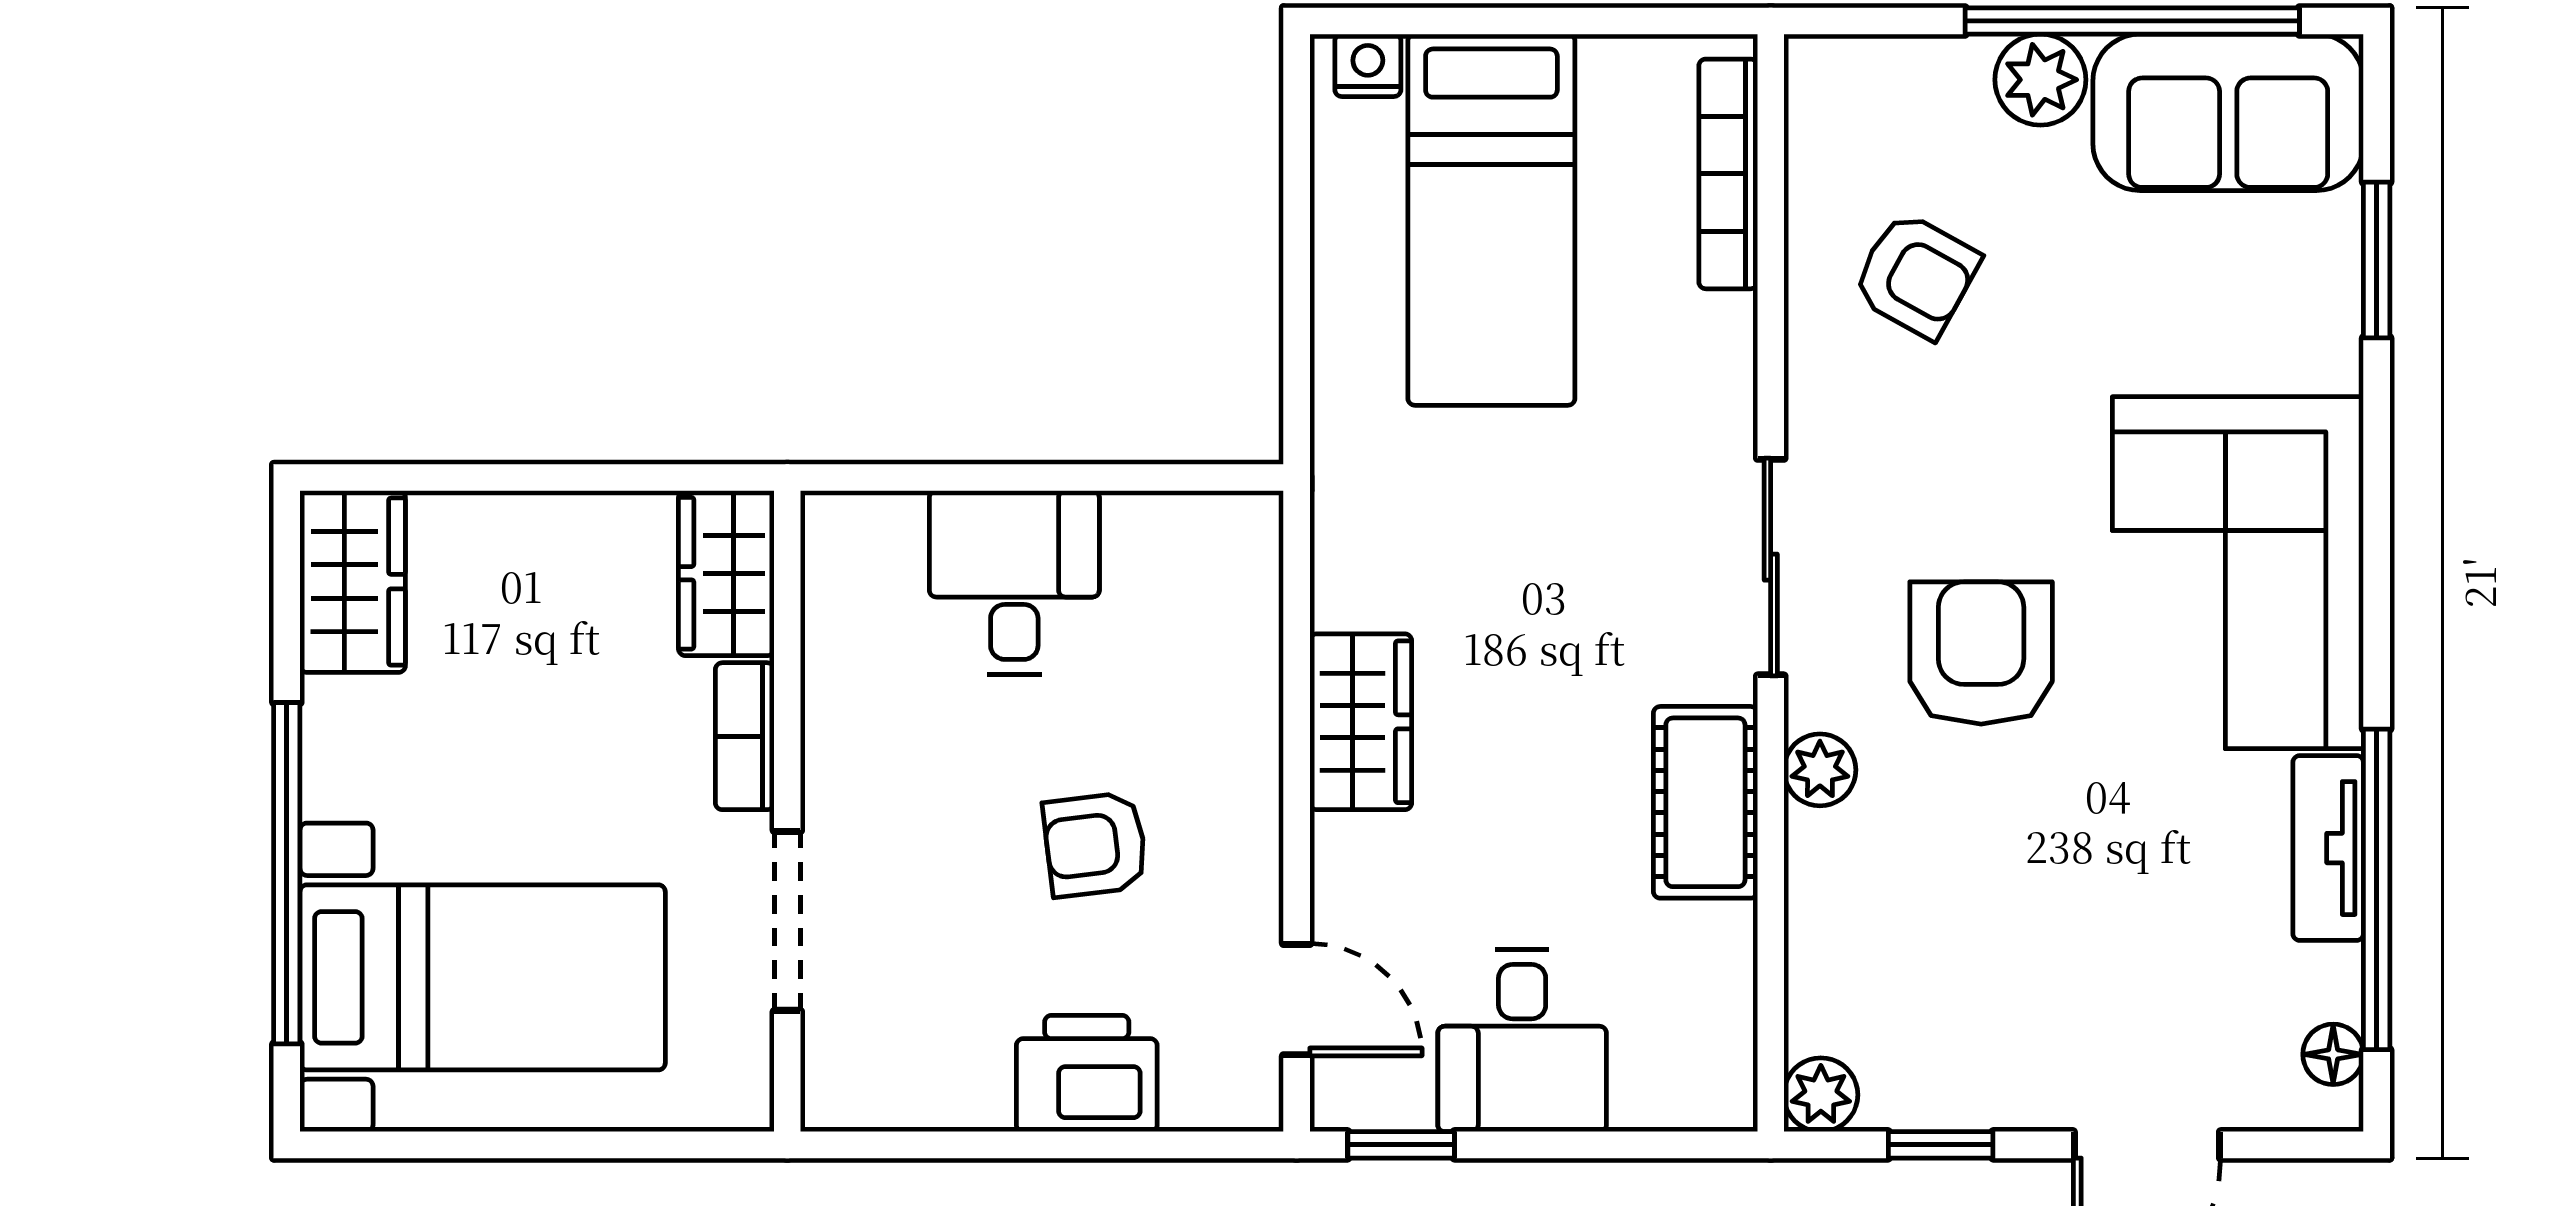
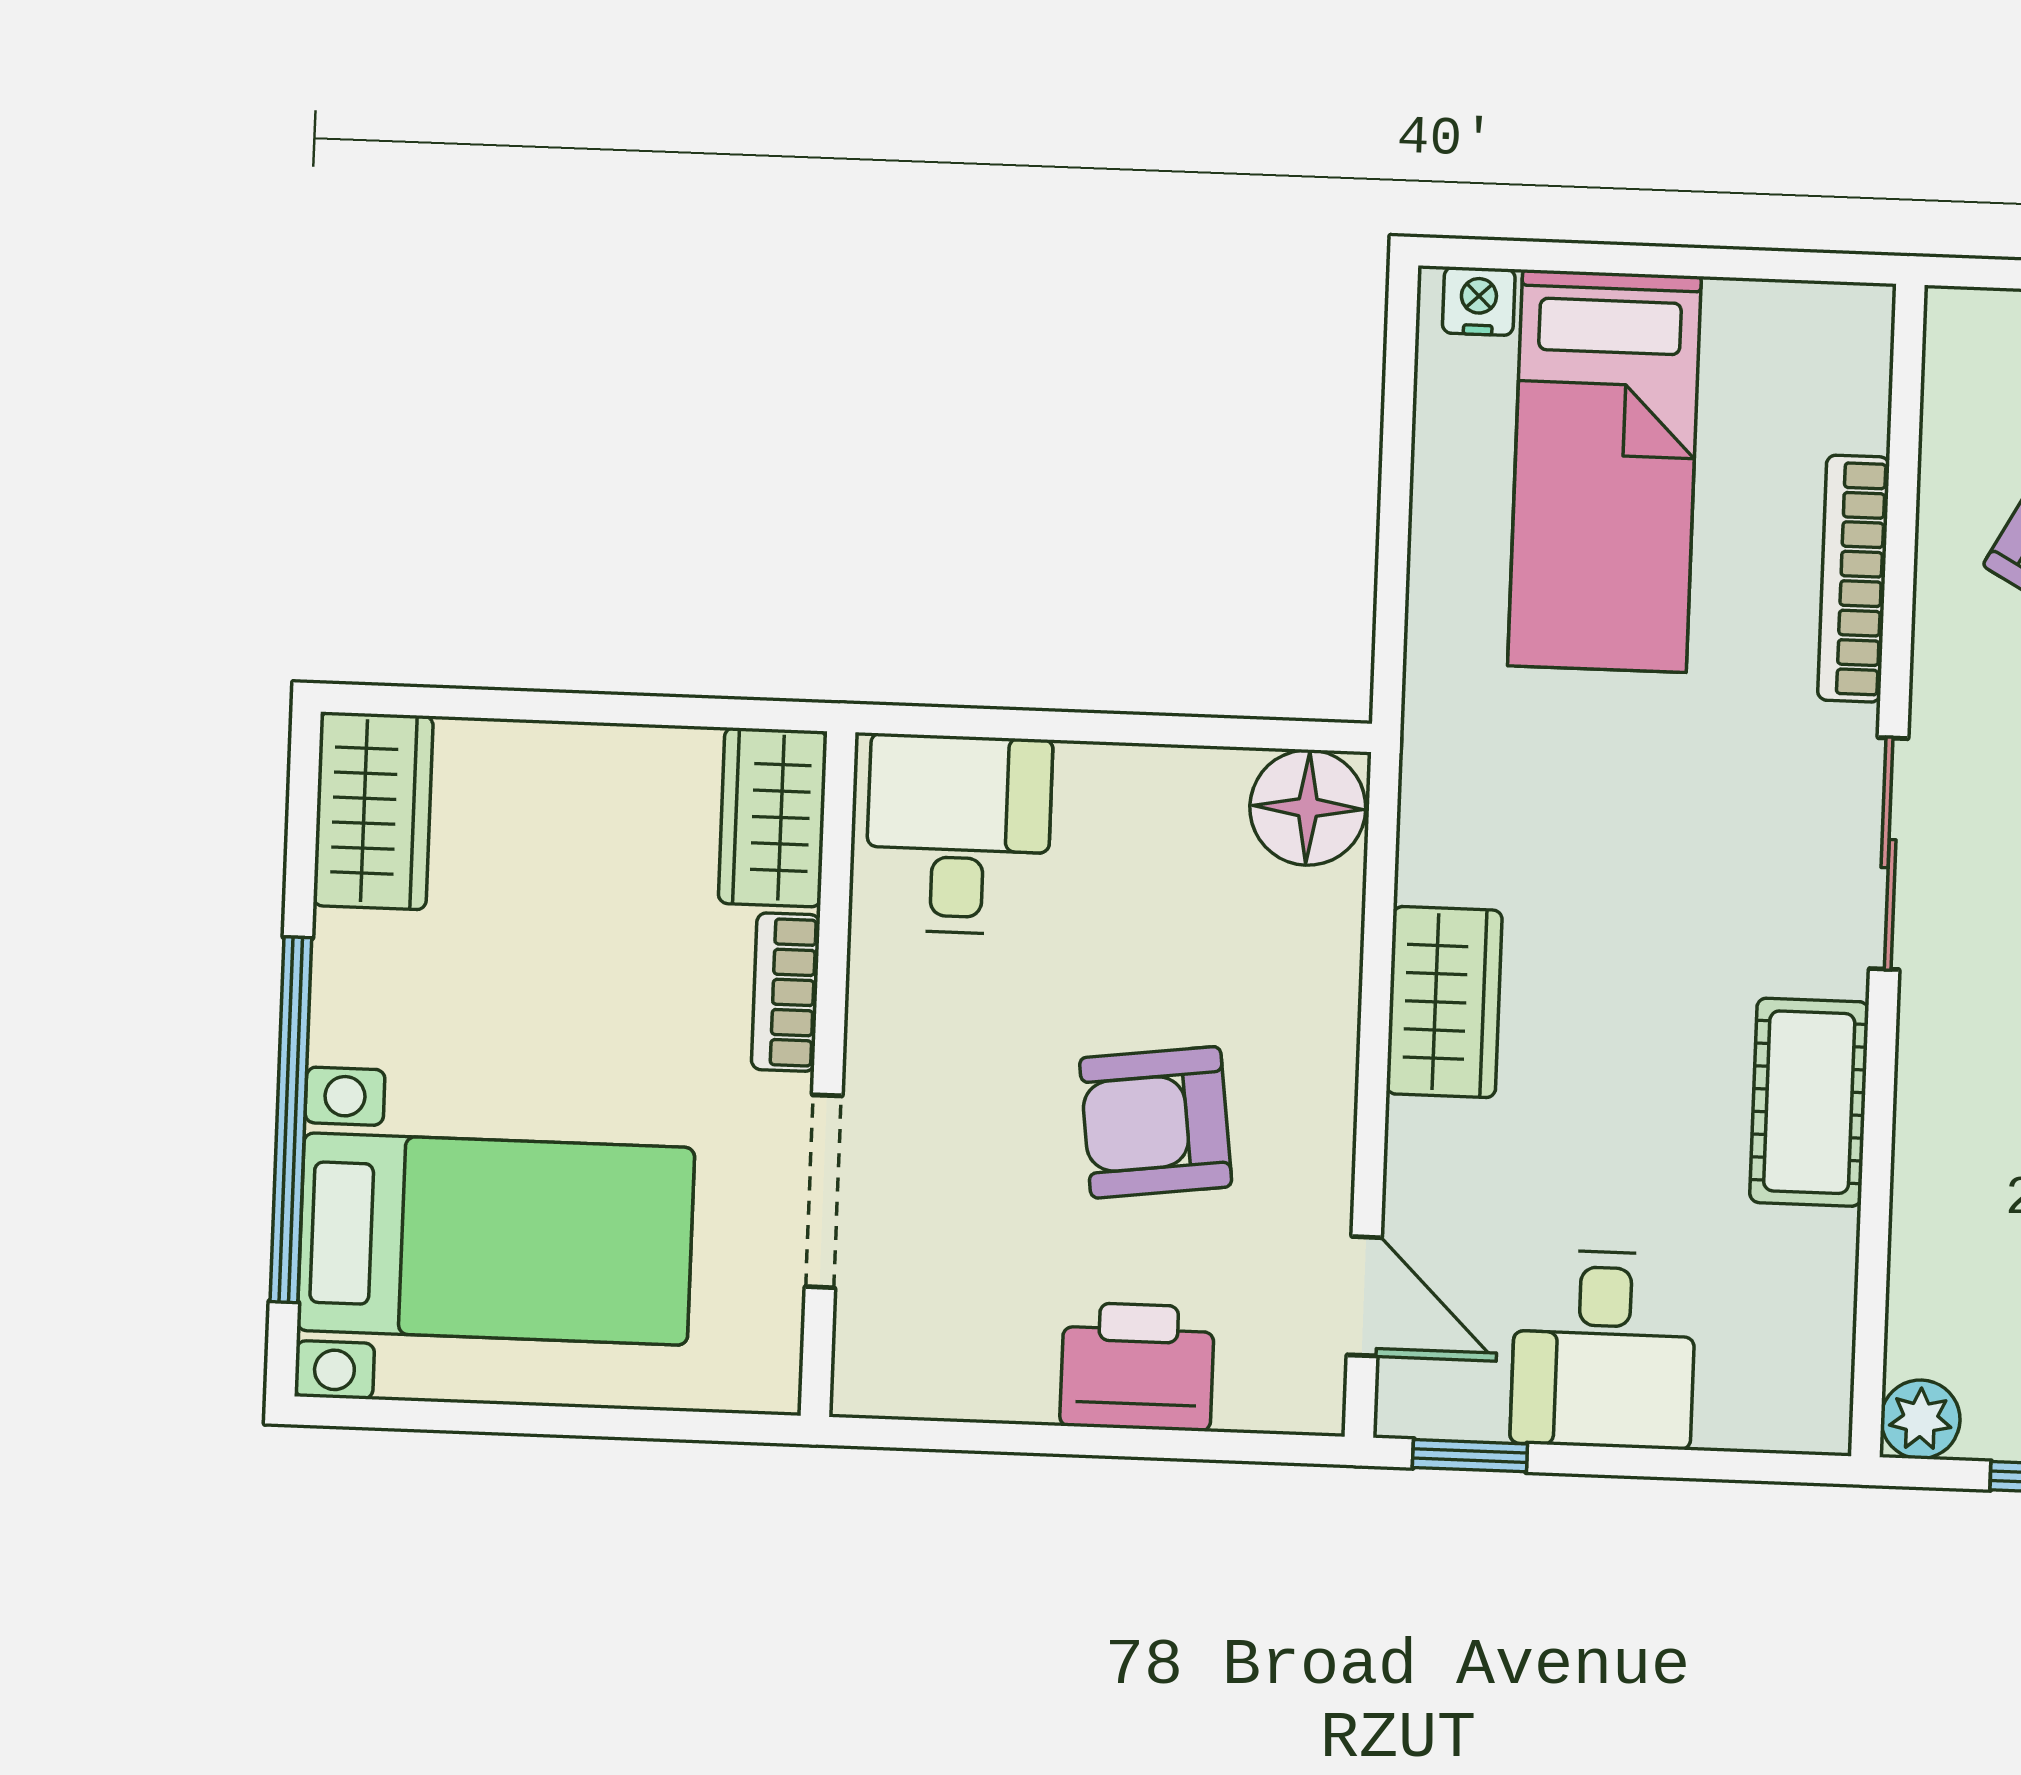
bookcase: (1728, 174) -> (1854, 579), moved
floor lamp: (1226, 545) -> (1308, 808), added
desk: (1014, 582) -> (959, 834), moved
plant: (1820, 770) -> (1933, 1072), removed
armchair: (1095, 845) -> (1156, 1122), width x1.38, depth x1.38

